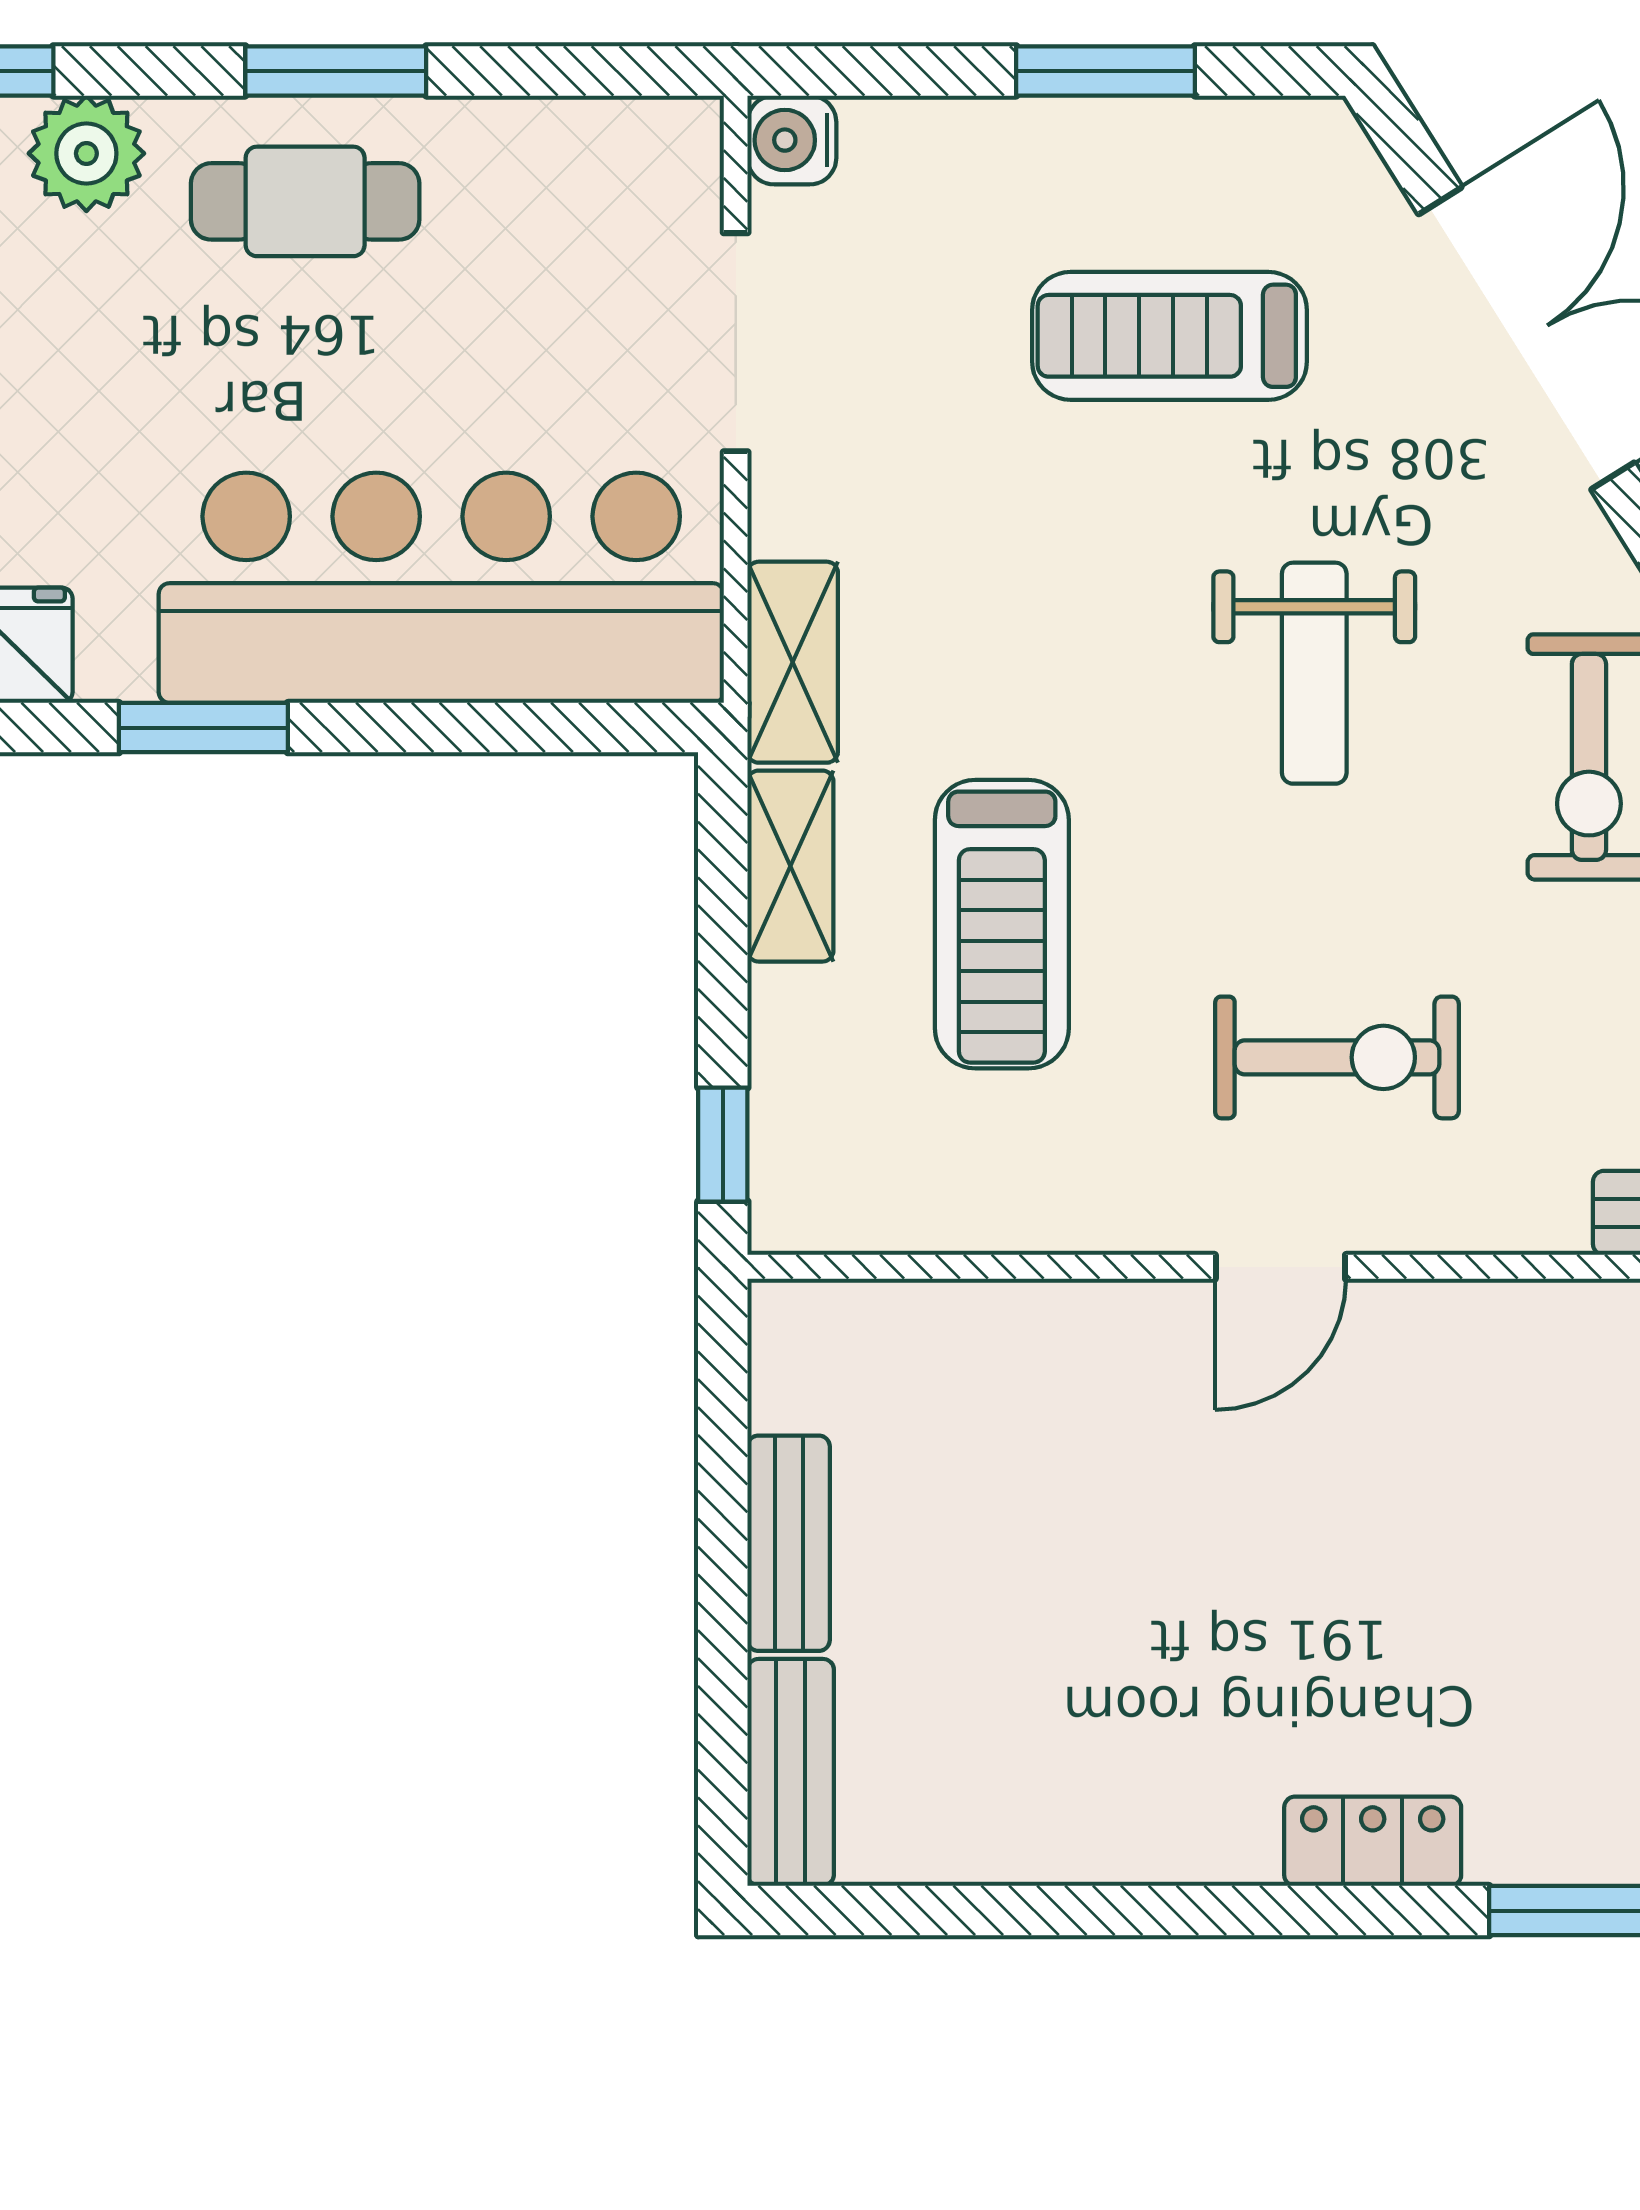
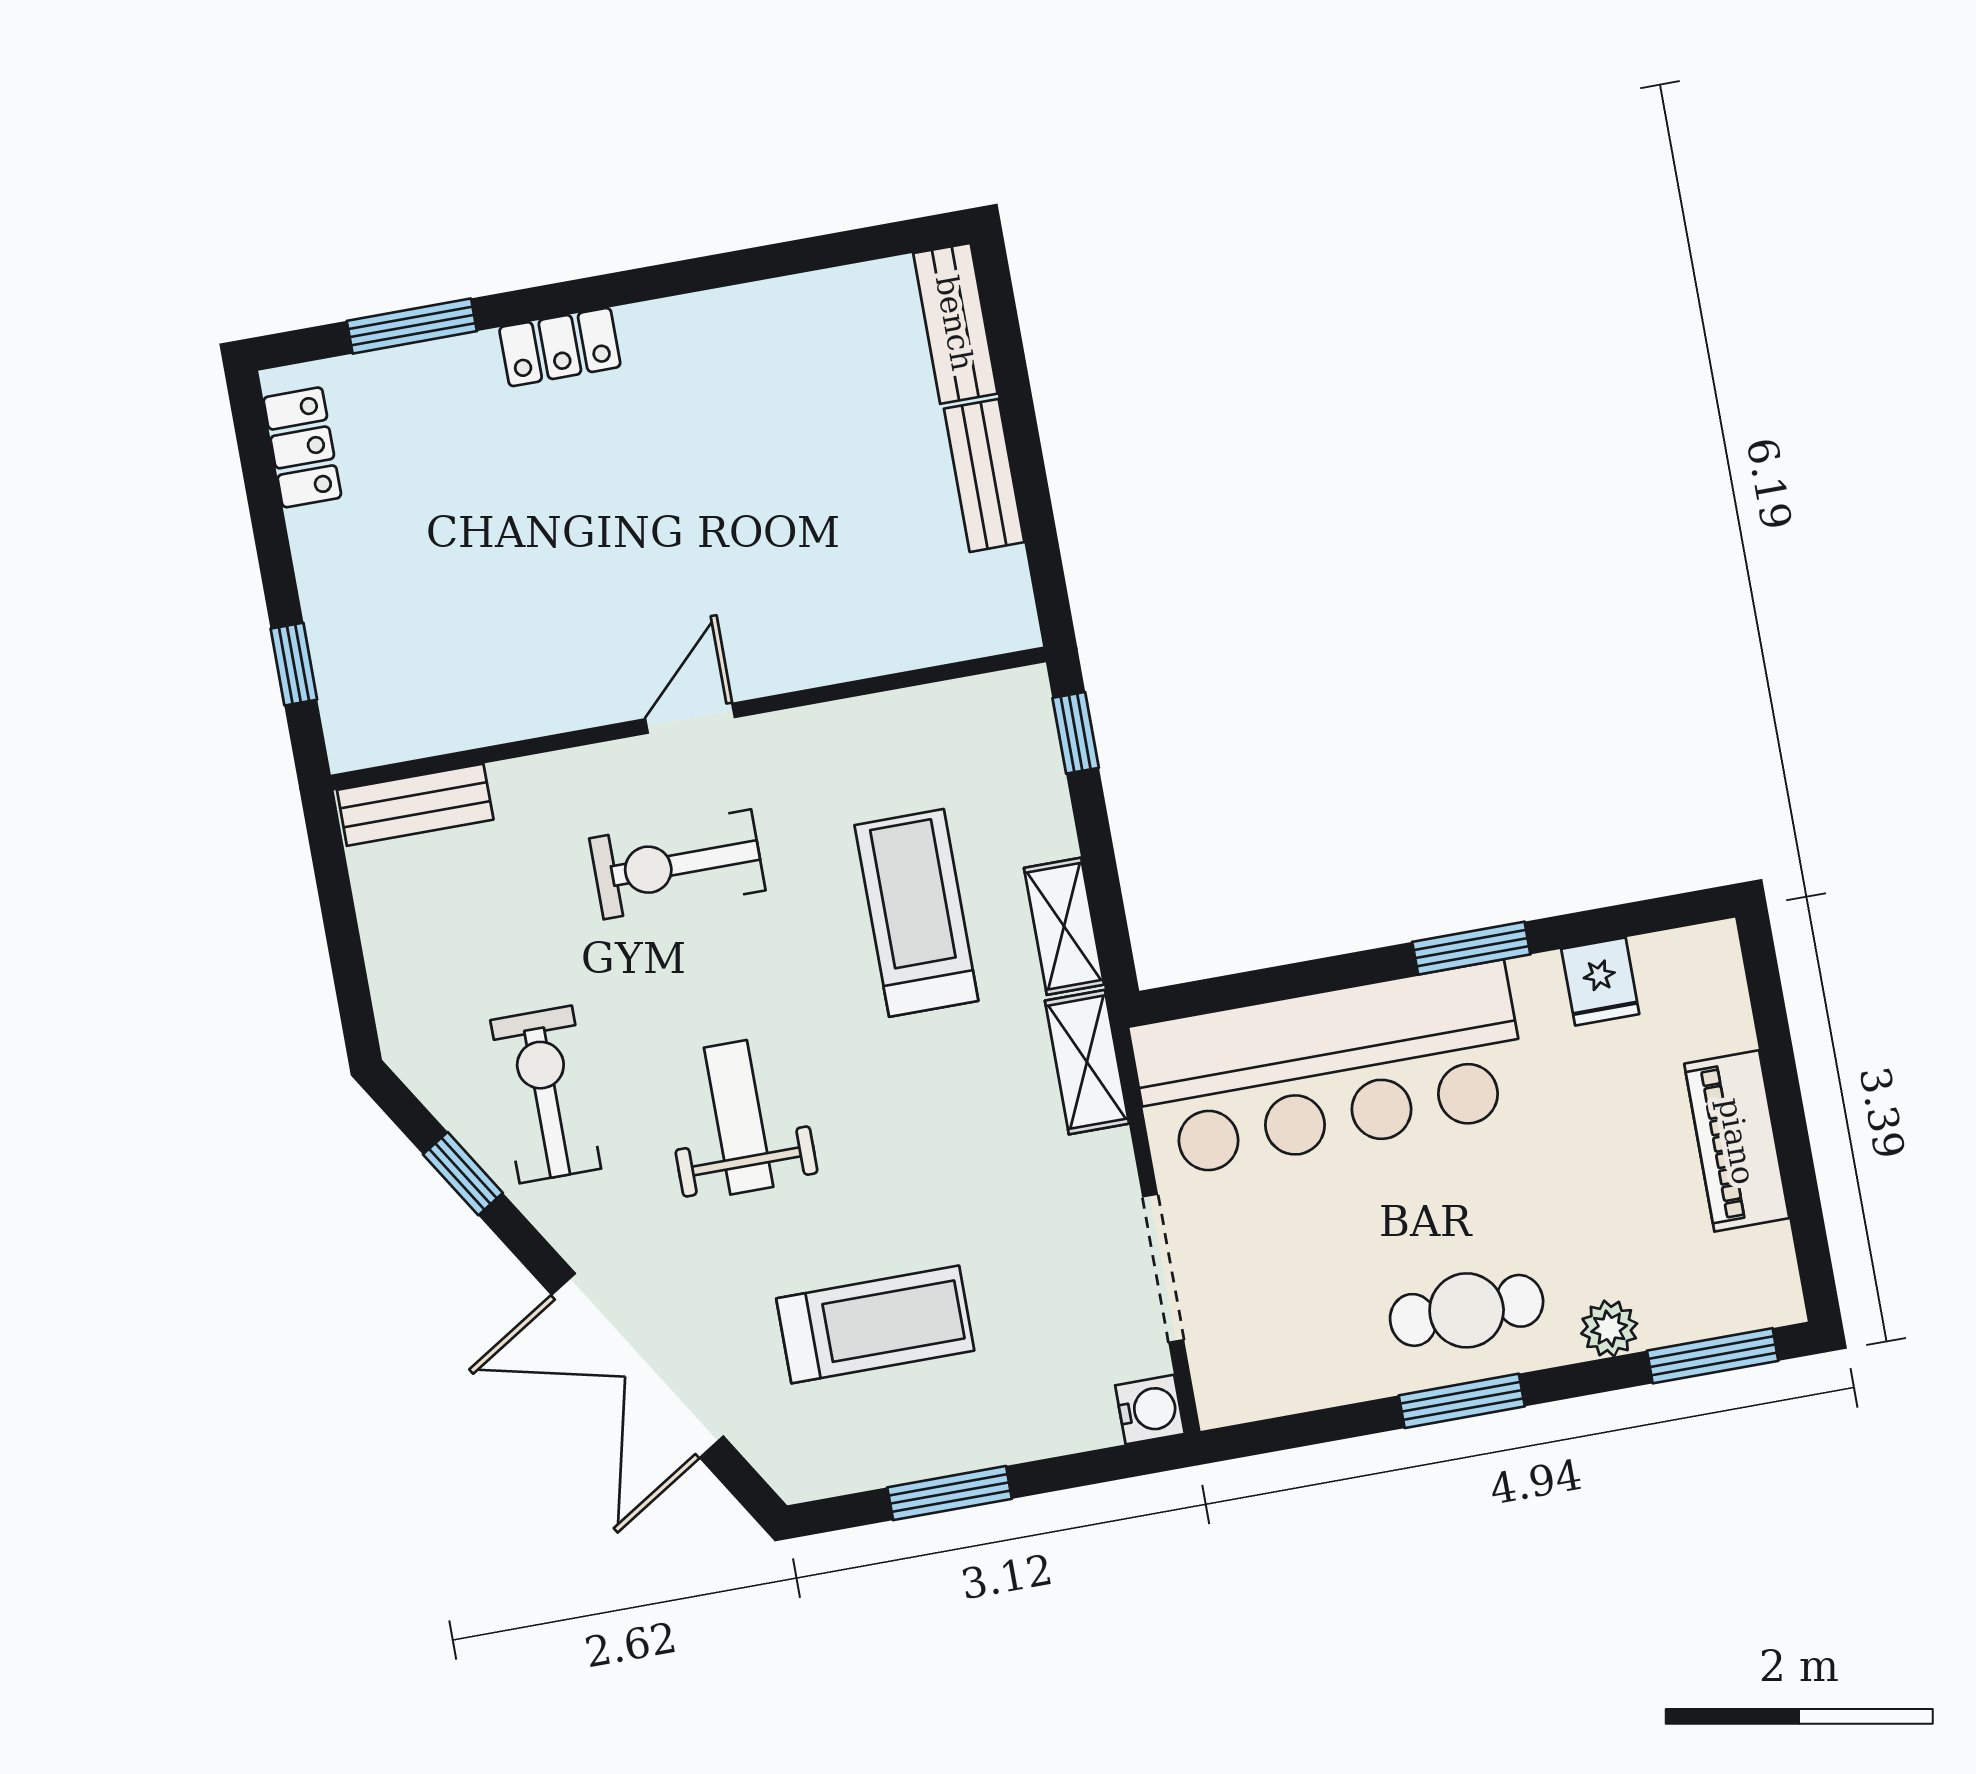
plant: (86, 153) -> (1609, 1329), width x0.73, depth x0.73

